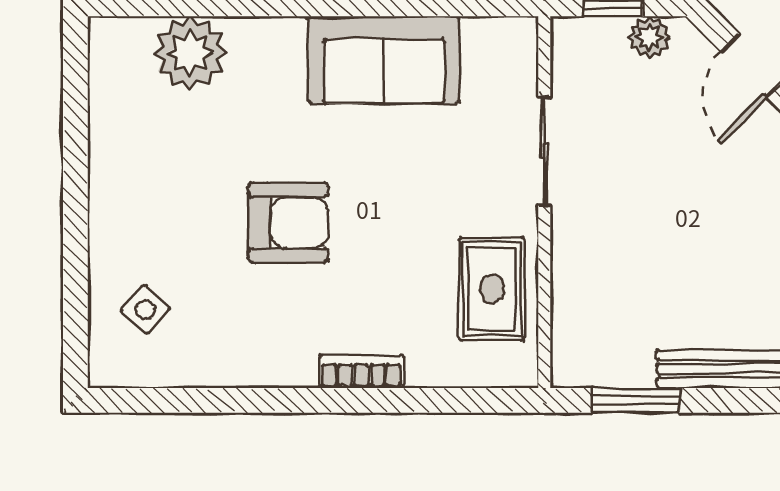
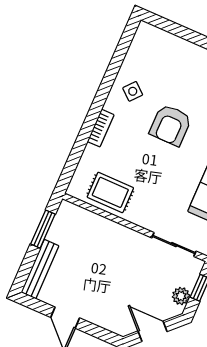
sliding door: (544, 151) -> (174, 245), moved
side table: (146, 310) -> (133, 91), moved

